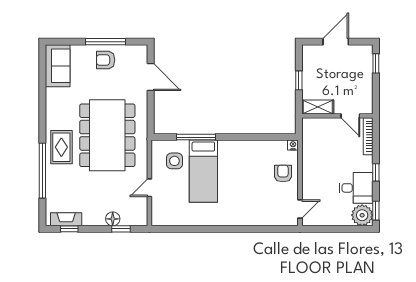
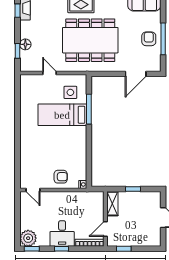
window: (376, 63) -> (124, 249), moved
desk: (356, 188) -> (62, 234), moved

